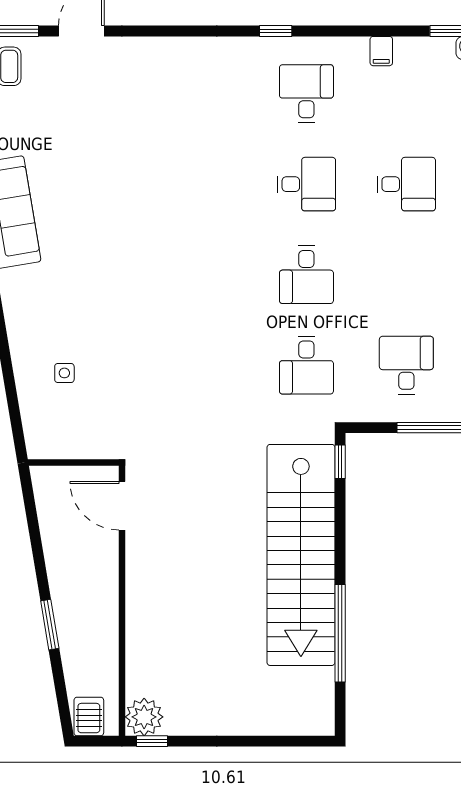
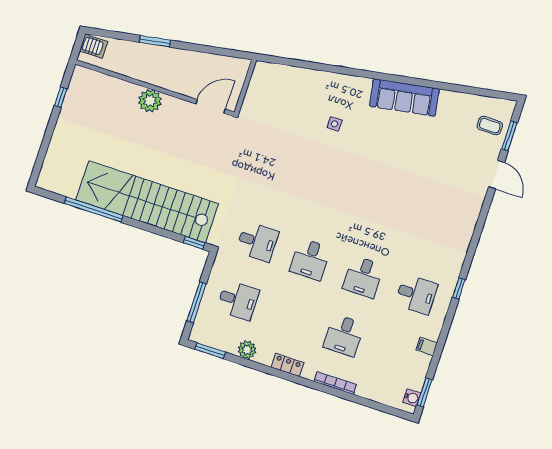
desk: (306, 275) -> (310, 259), turned -90
desk: (306, 365) -> (257, 242), turned 180
side table: (64, 373) -> (335, 124), moved
plant: (144, 717) -> (150, 101), moved
window: (152, 741) -> (61, 97), moved

